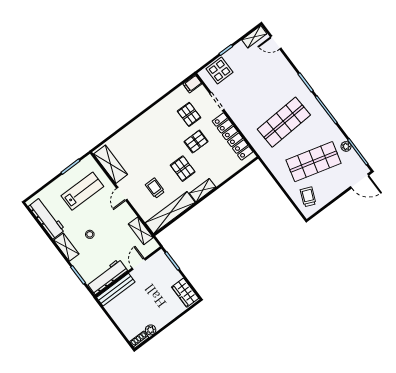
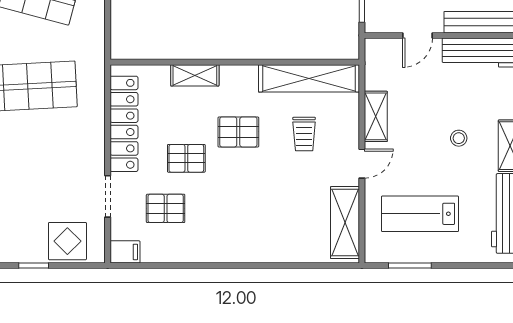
pallet: (189, 114) -> (166, 208), turned 90
pallet: (183, 169) -> (238, 132), turned 90
shelving: (203, 190) -> (195, 75), moved
shelving: (141, 231) -> (376, 116), moved

